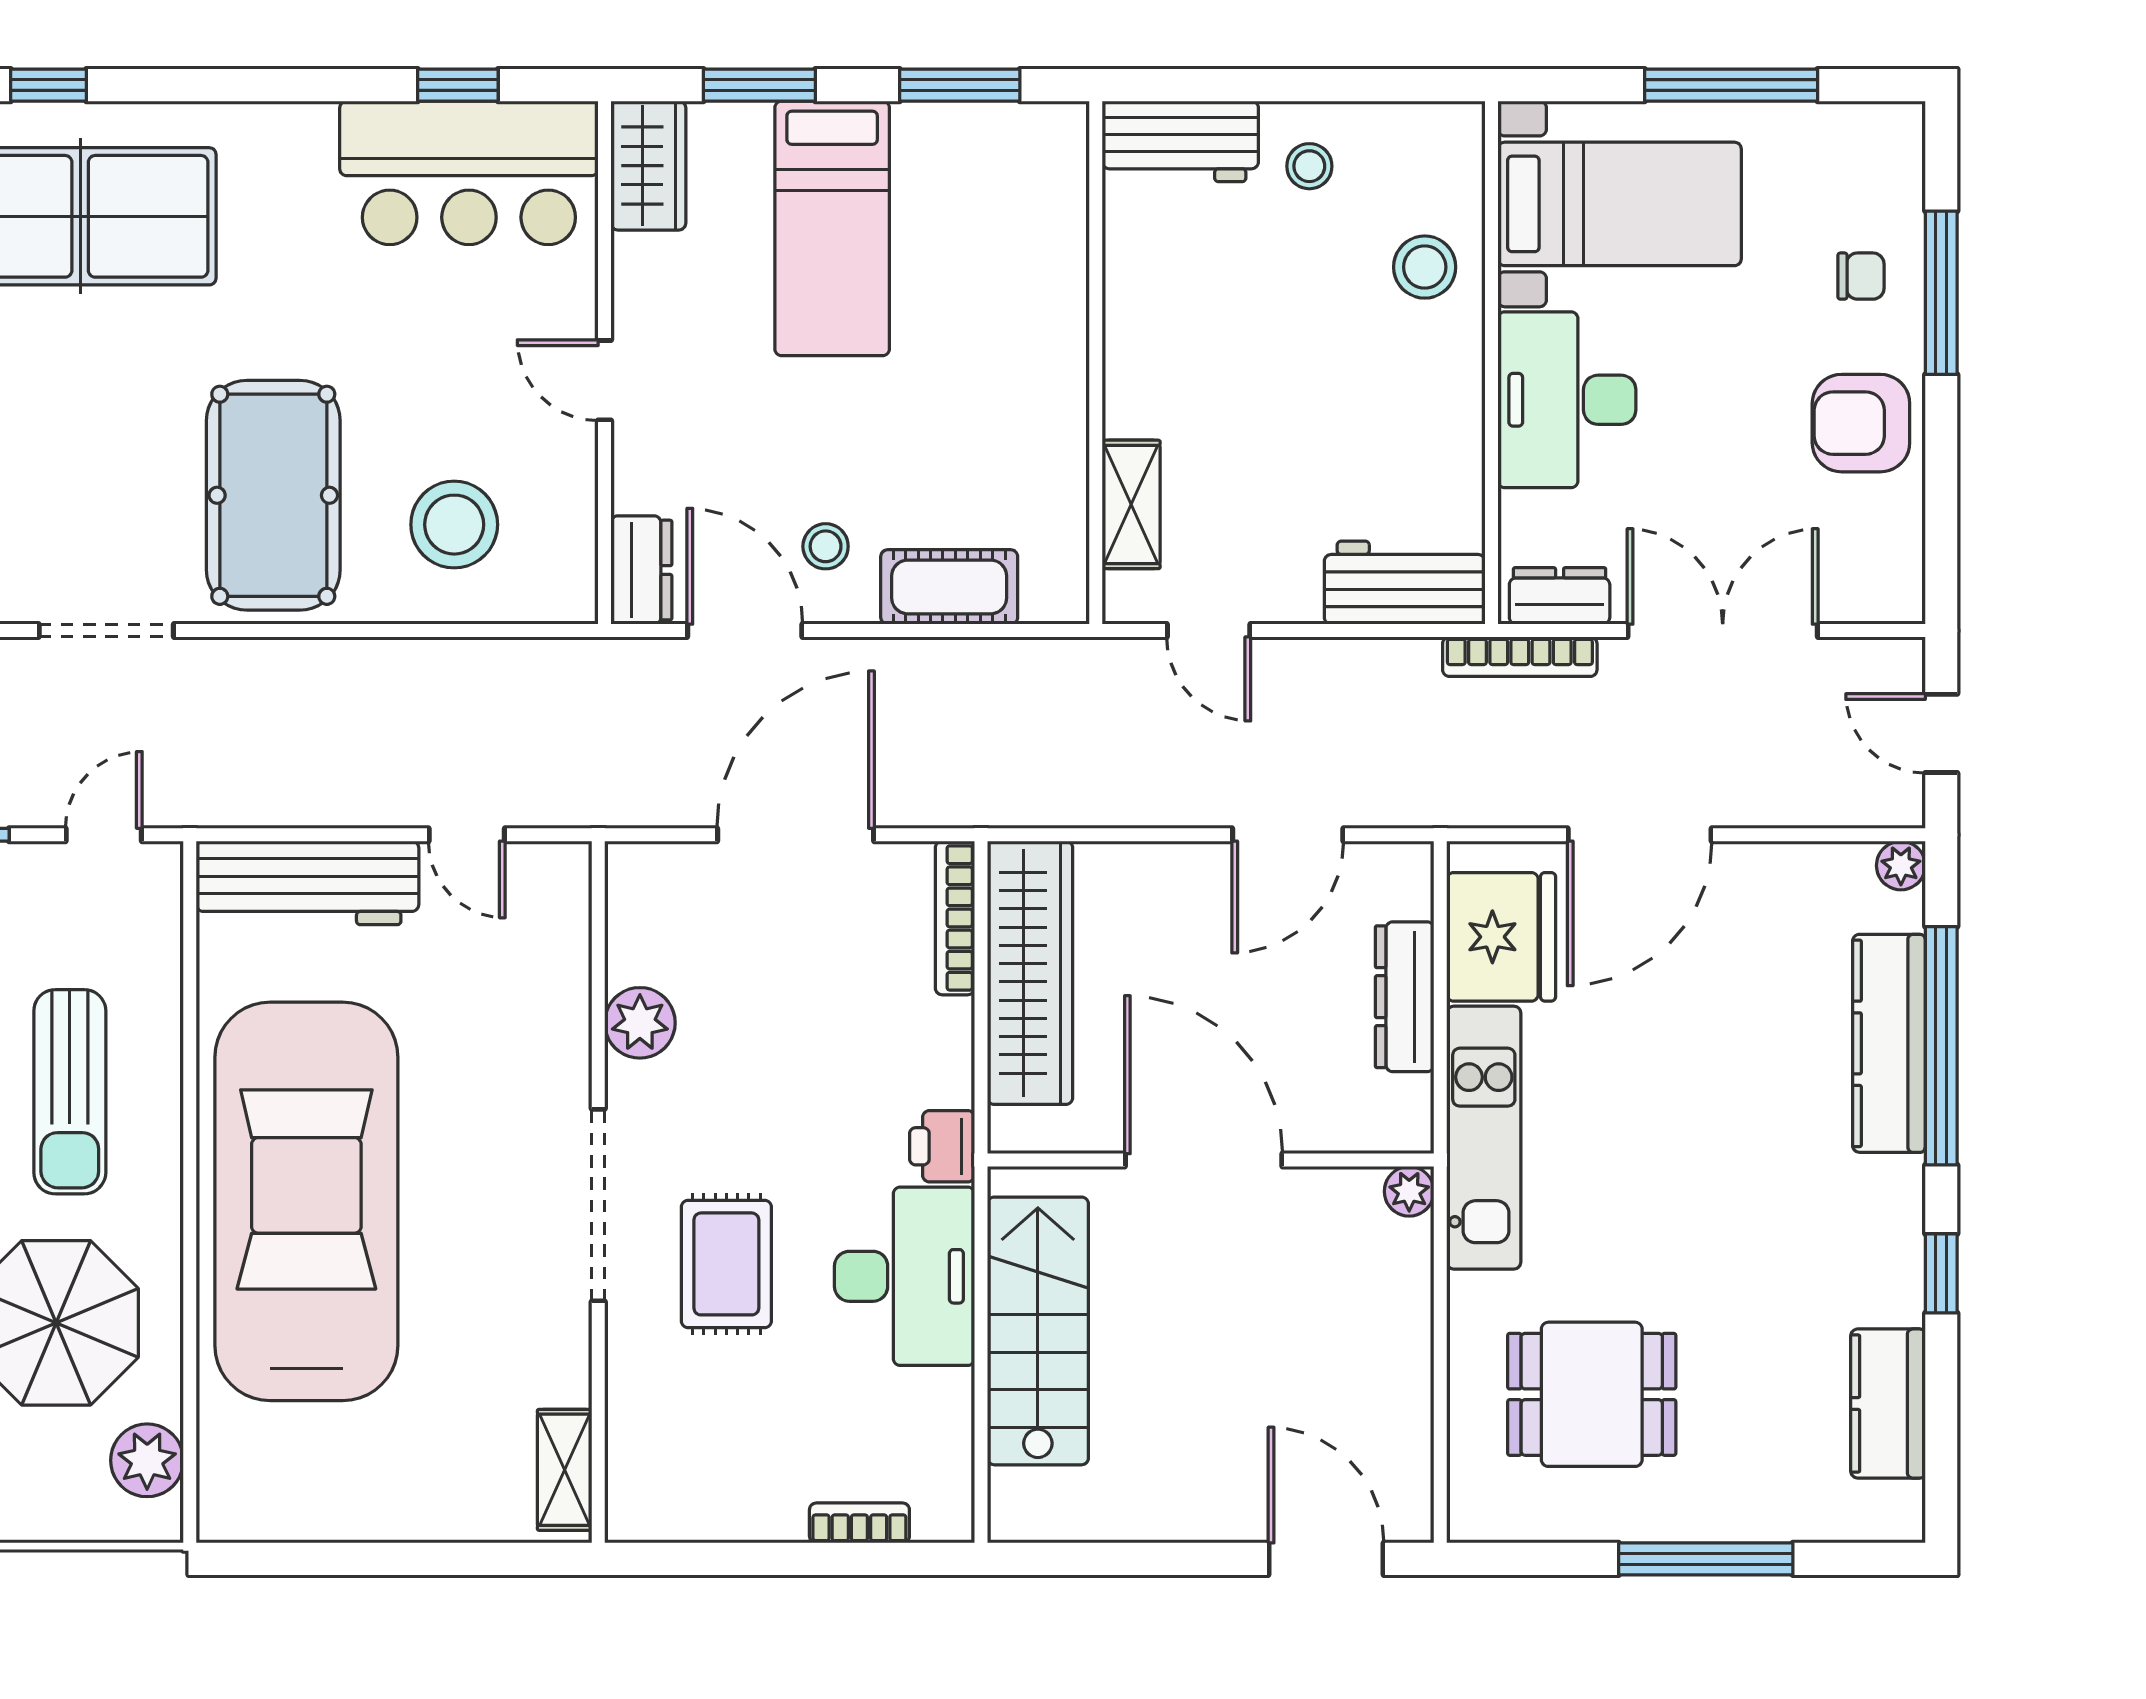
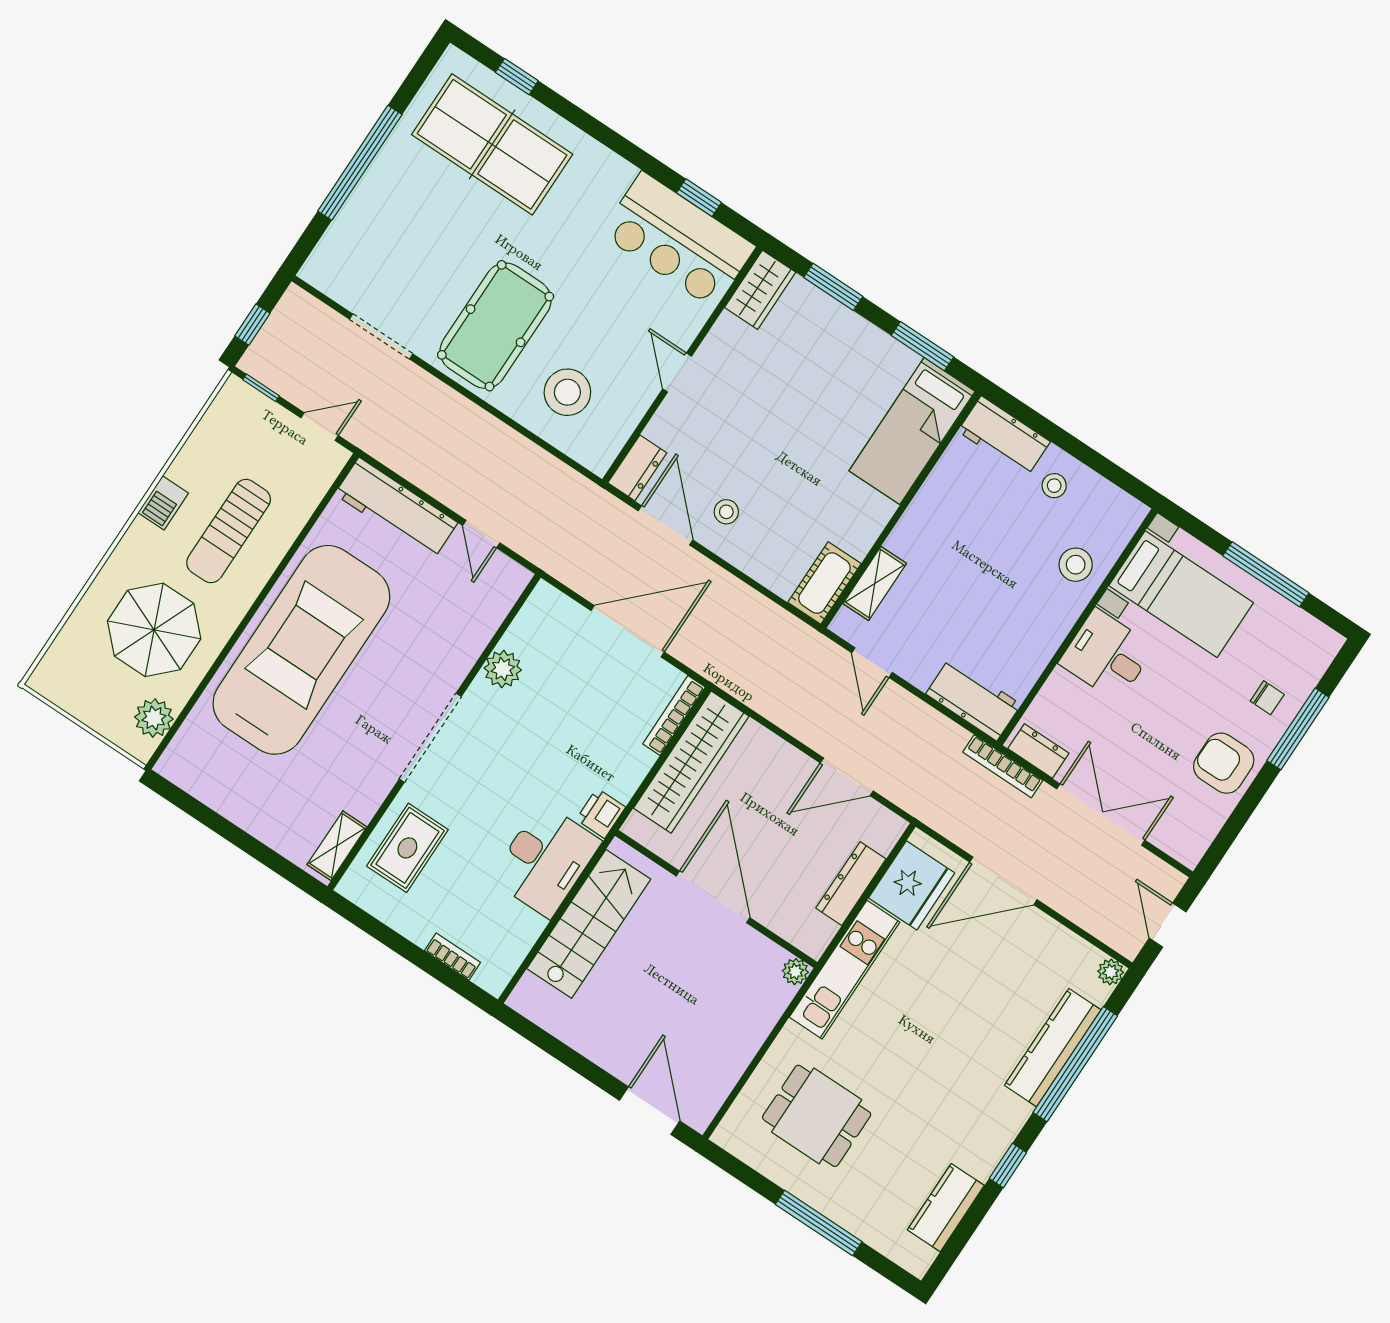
bed: (832, 228) -> (912, 431), moved
desk: (1567, 400) -> (1107, 655), width x0.73
cot: (949, 587) -> (824, 583), moved, turned 90
rug: (726, 1264) -> (407, 848), moved

